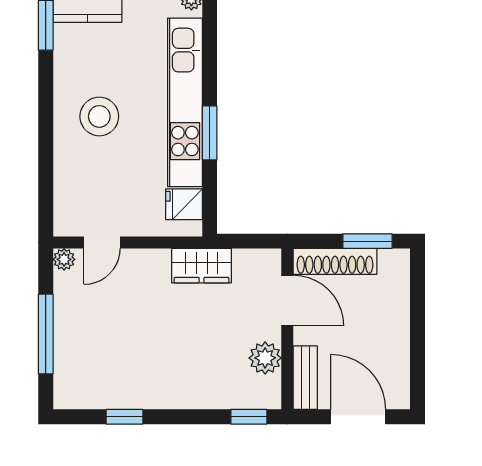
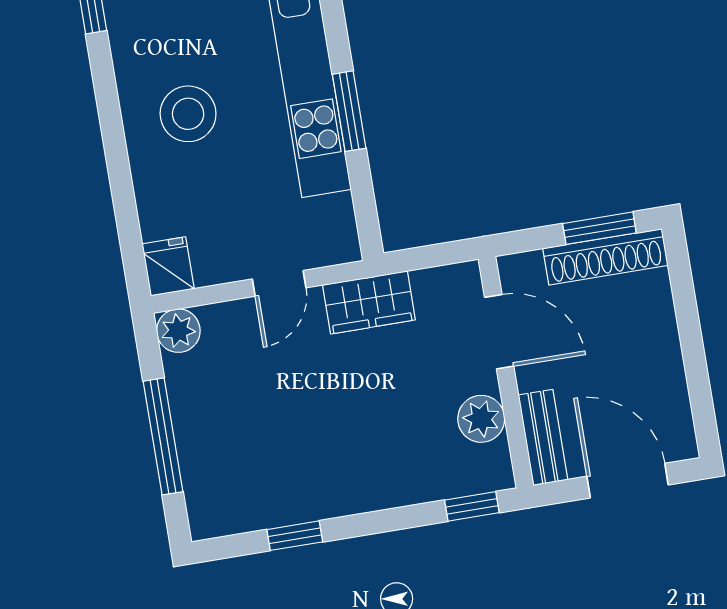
fridge: (184, 204) -> (168, 266), moved, turned 90
door: (102, 243) -> (279, 283), moved
plant: (64, 259) -> (178, 331), width x1.37, depth x1.37
shoe rack: (335, 261) -> (605, 257), moved

